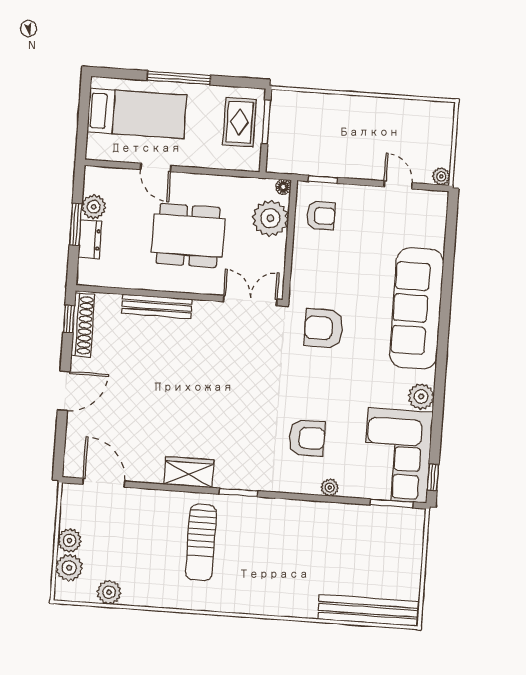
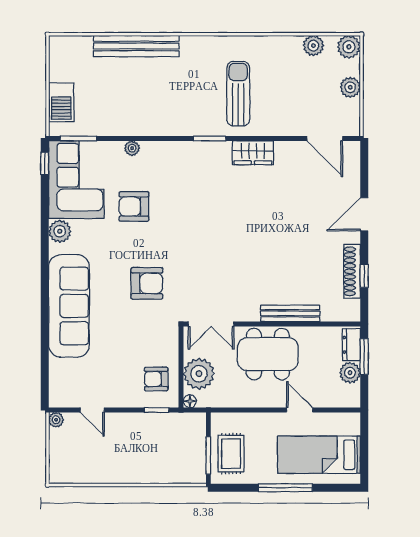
wall: (179, 295) -> (272, 324), moved
double door: (250, 300) -> (211, 324), moved
bench: (157, 306) -> (290, 313), moved
armchair: (307, 438) -> (134, 206), moved
barbecue: (409, 547) -> (61, 102), added
plant: (69, 568) -> (349, 47), moved
bench: (369, 610) -> (136, 46), moved

